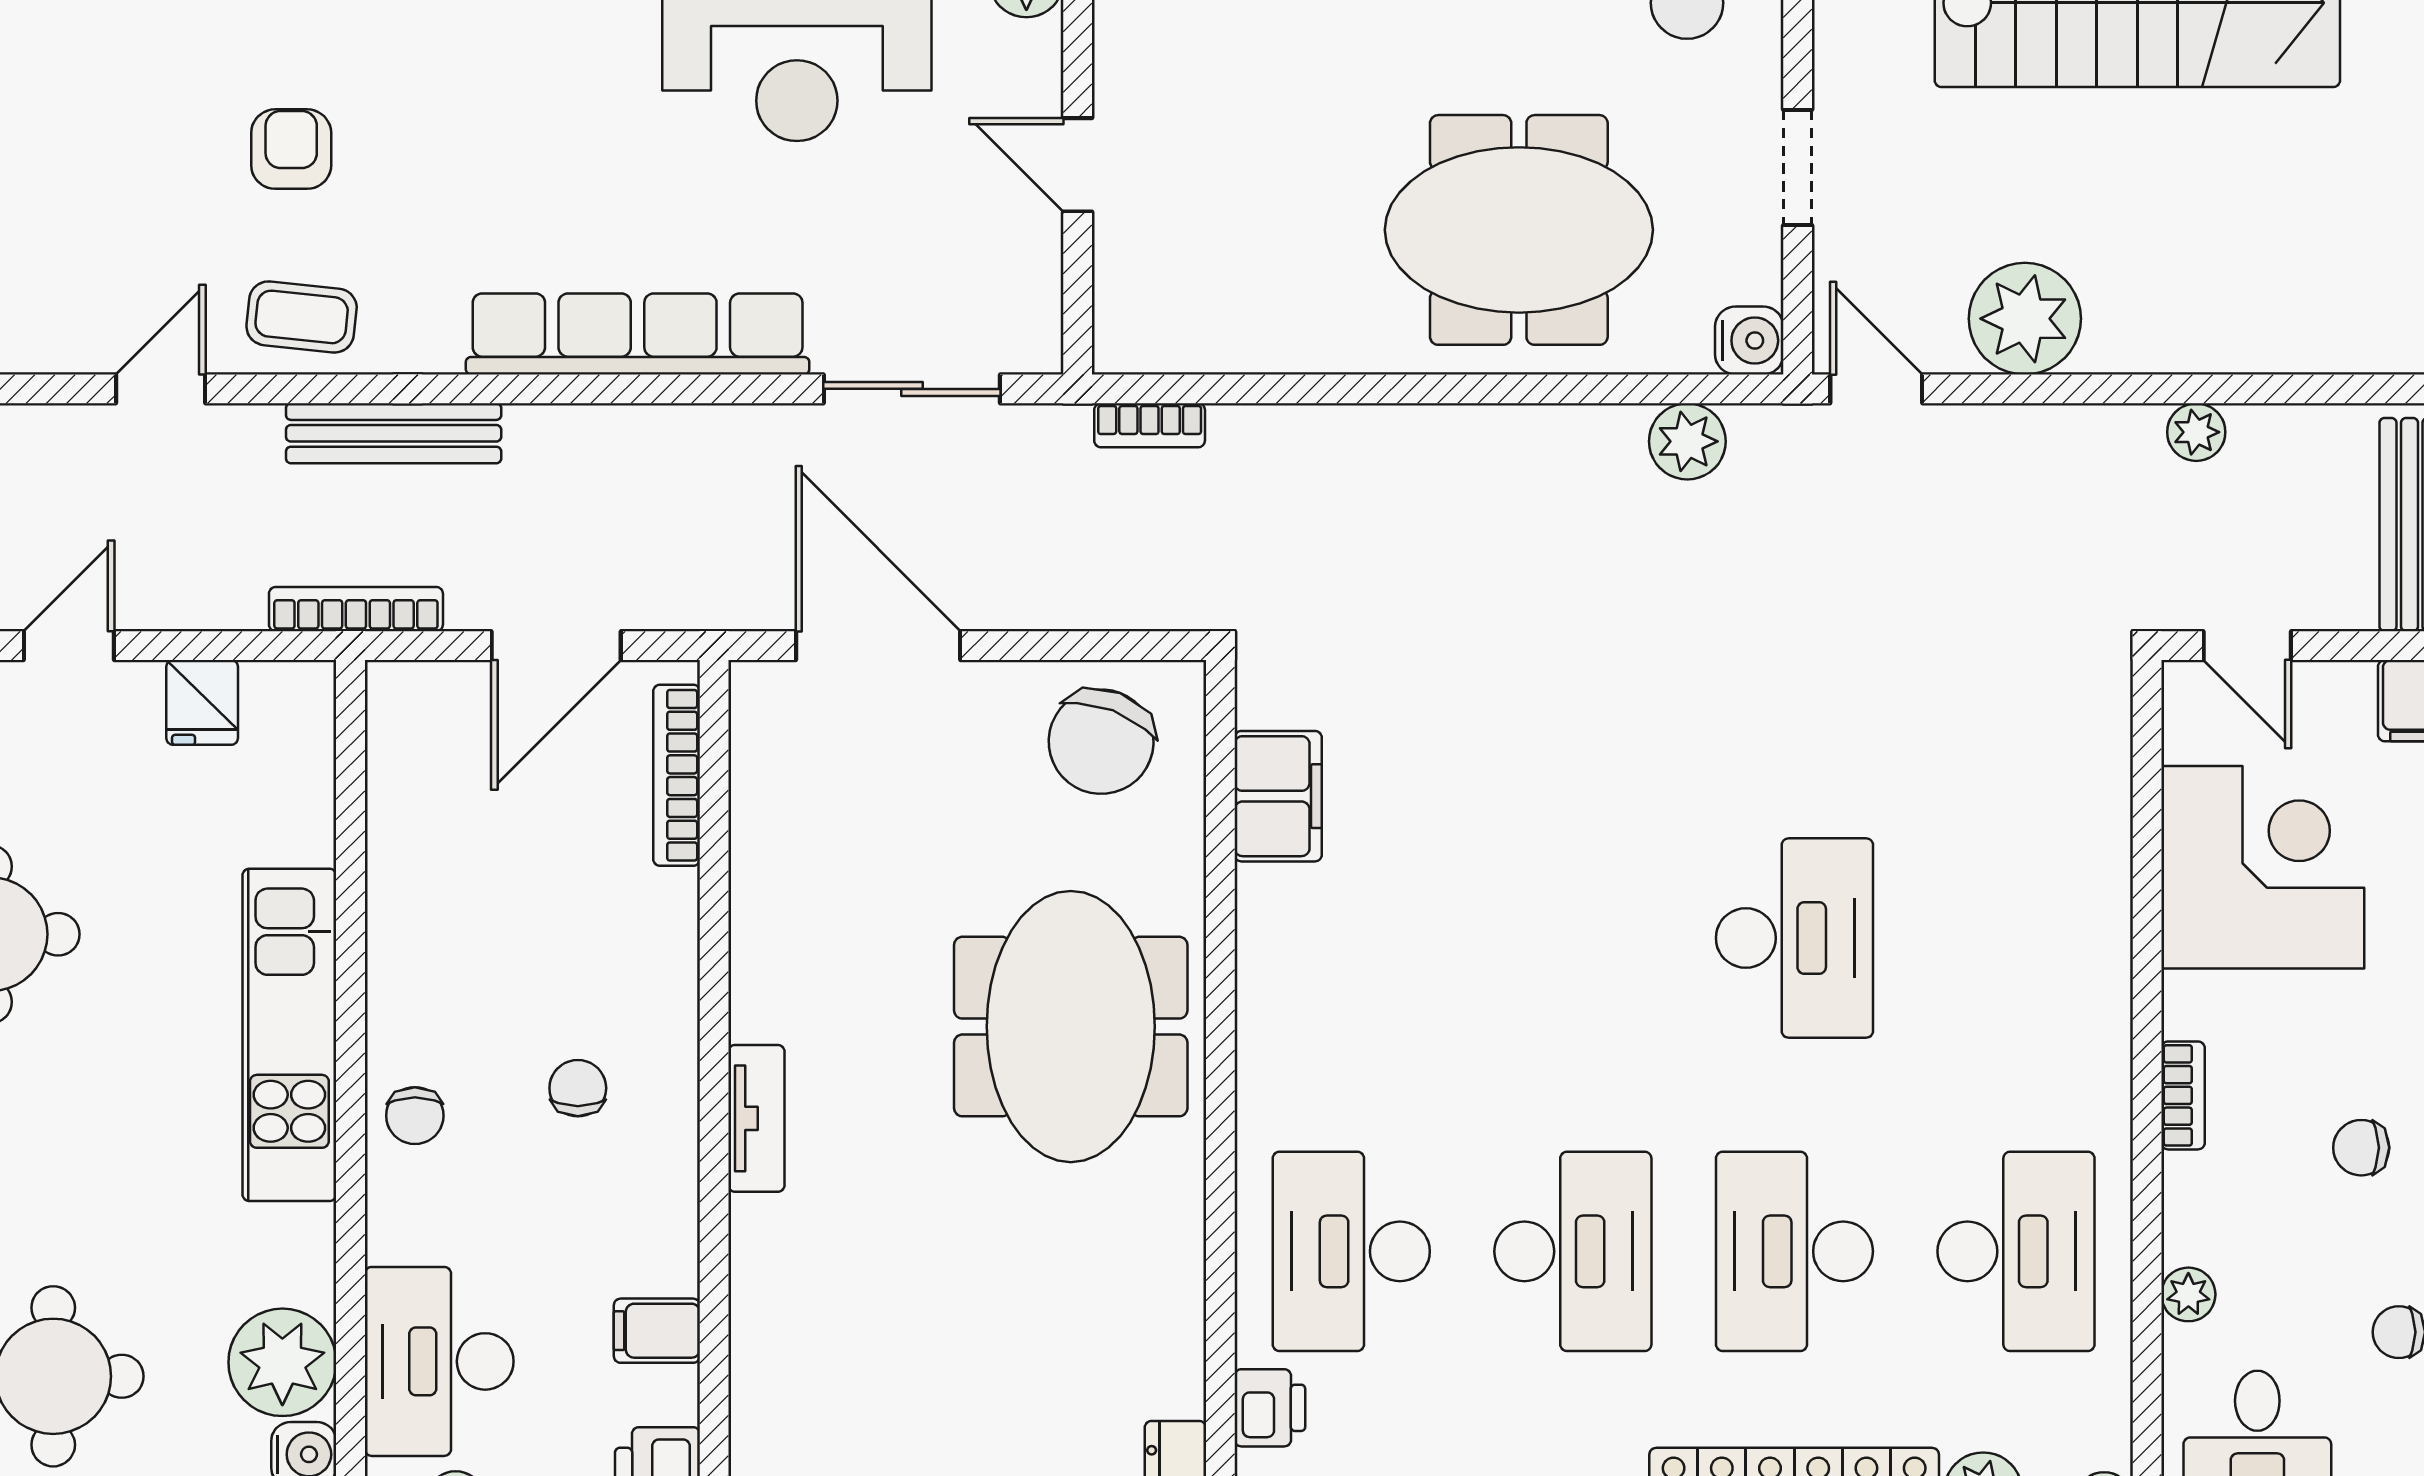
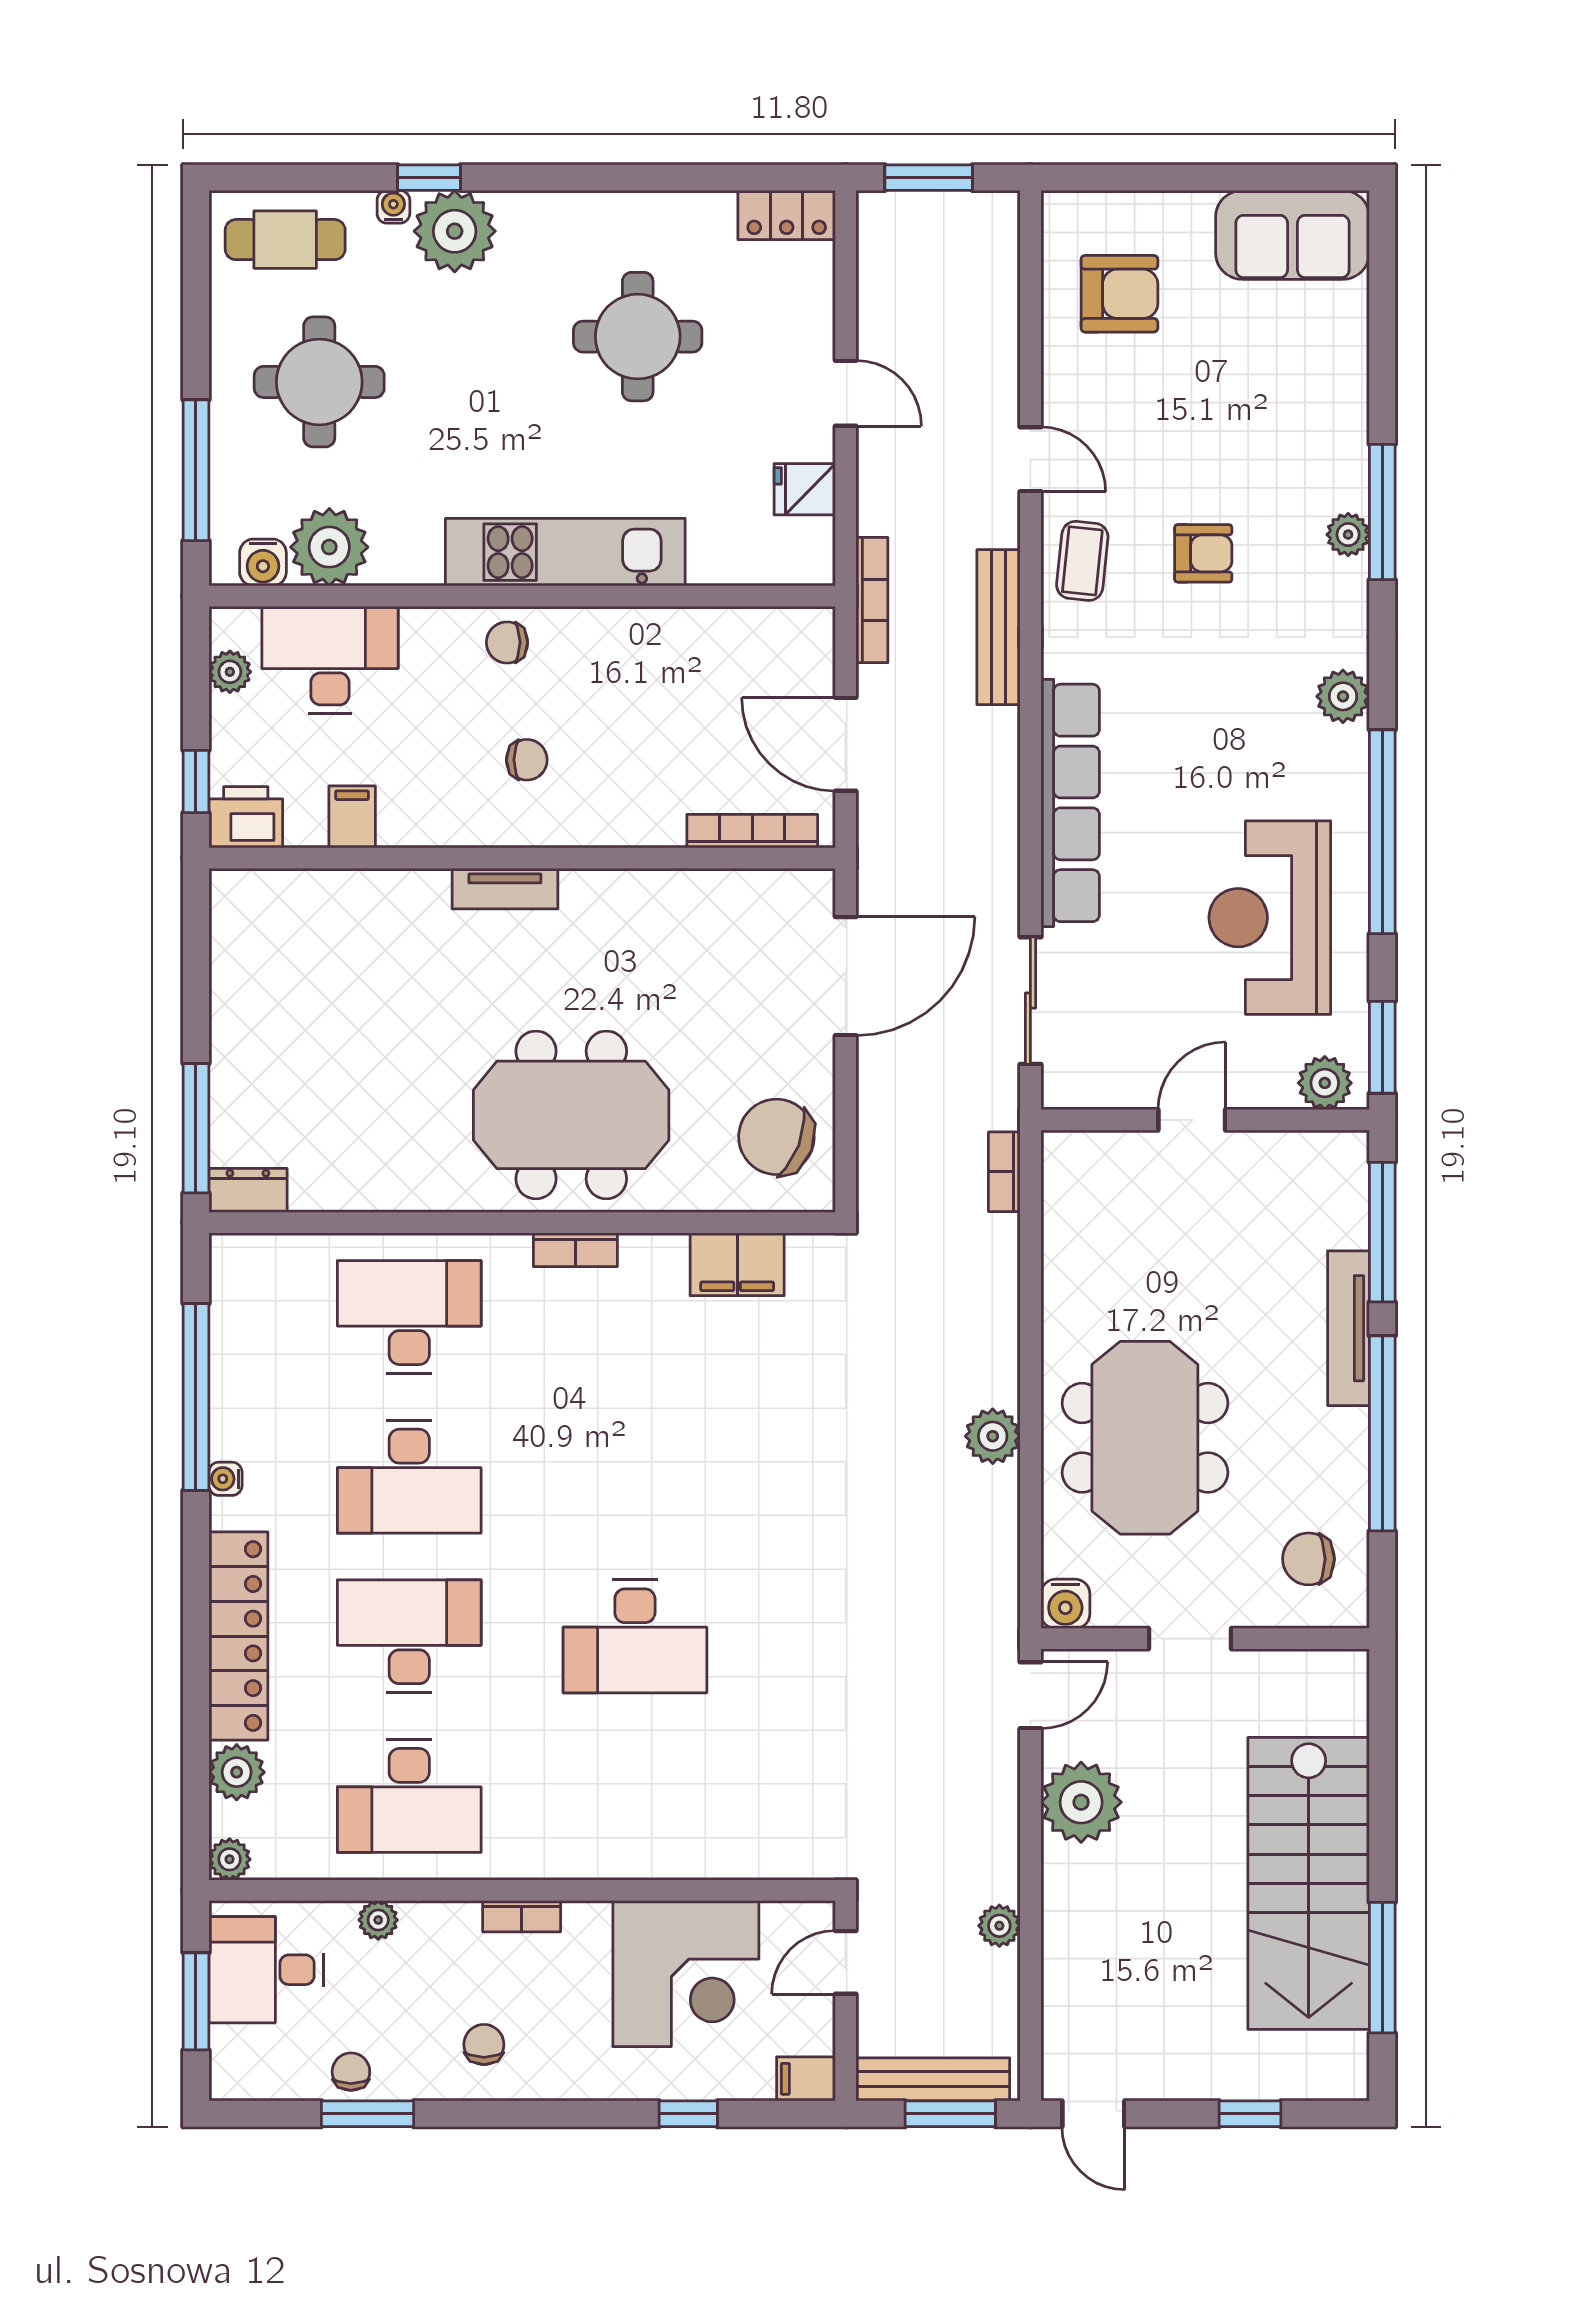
plant: (1687, 441) -> (993, 1436), moved
bookcase: (1258, 1021) -> (575, 1250), added
printer: (1270, 1408) -> (297, 1258), removed

